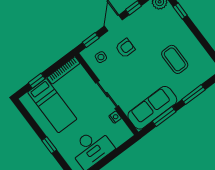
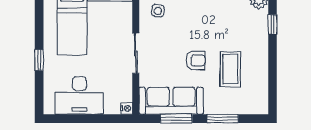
armchair: (125, 48) -> (195, 60), moved
nightstand: (115, 117) -> (127, 108), moved

